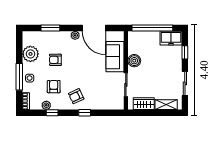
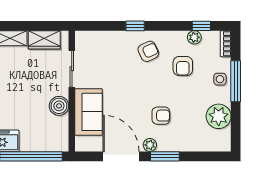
window: (50, 28) -> (165, 156), moved
armchair: (55, 60) -> (161, 116), moved
window: (52, 113) -> (201, 26), moved

